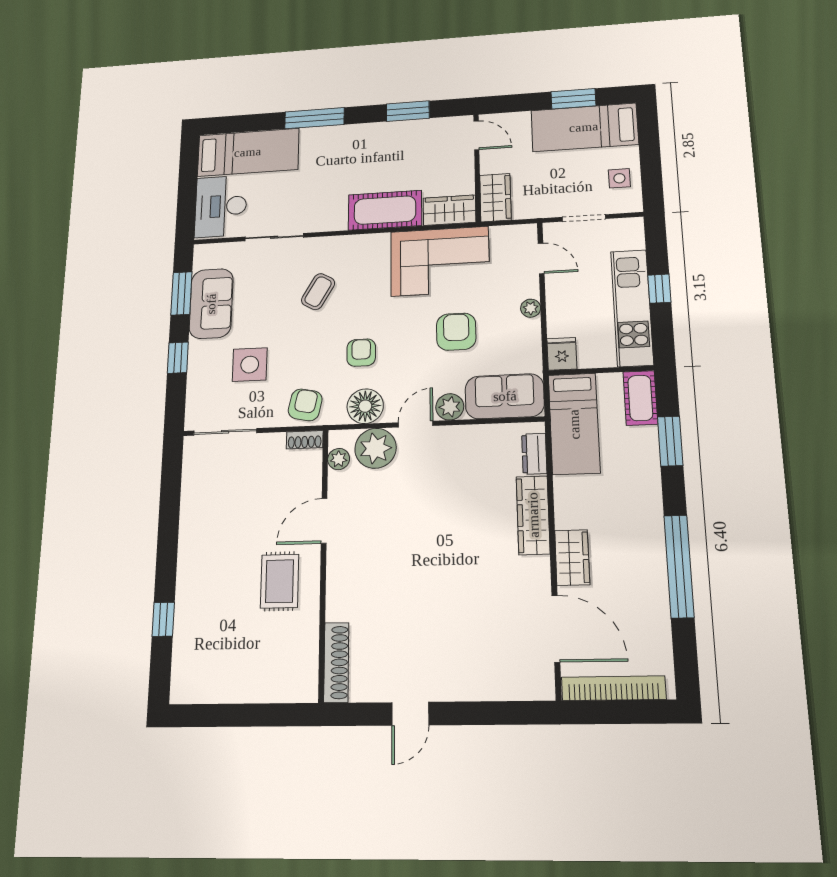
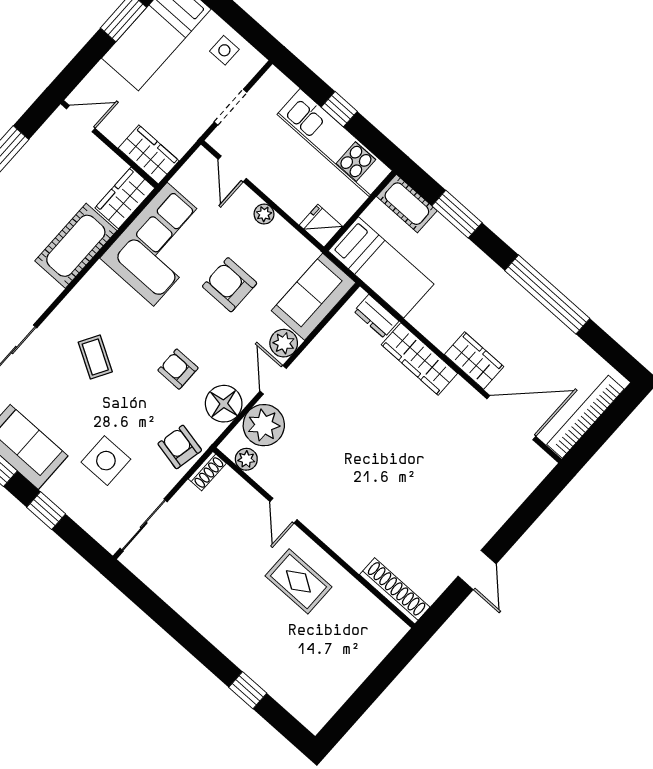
door: (541, 258) -> (232, 169), swing flipped
door: (324, 521) -> (283, 511), width x0.73

